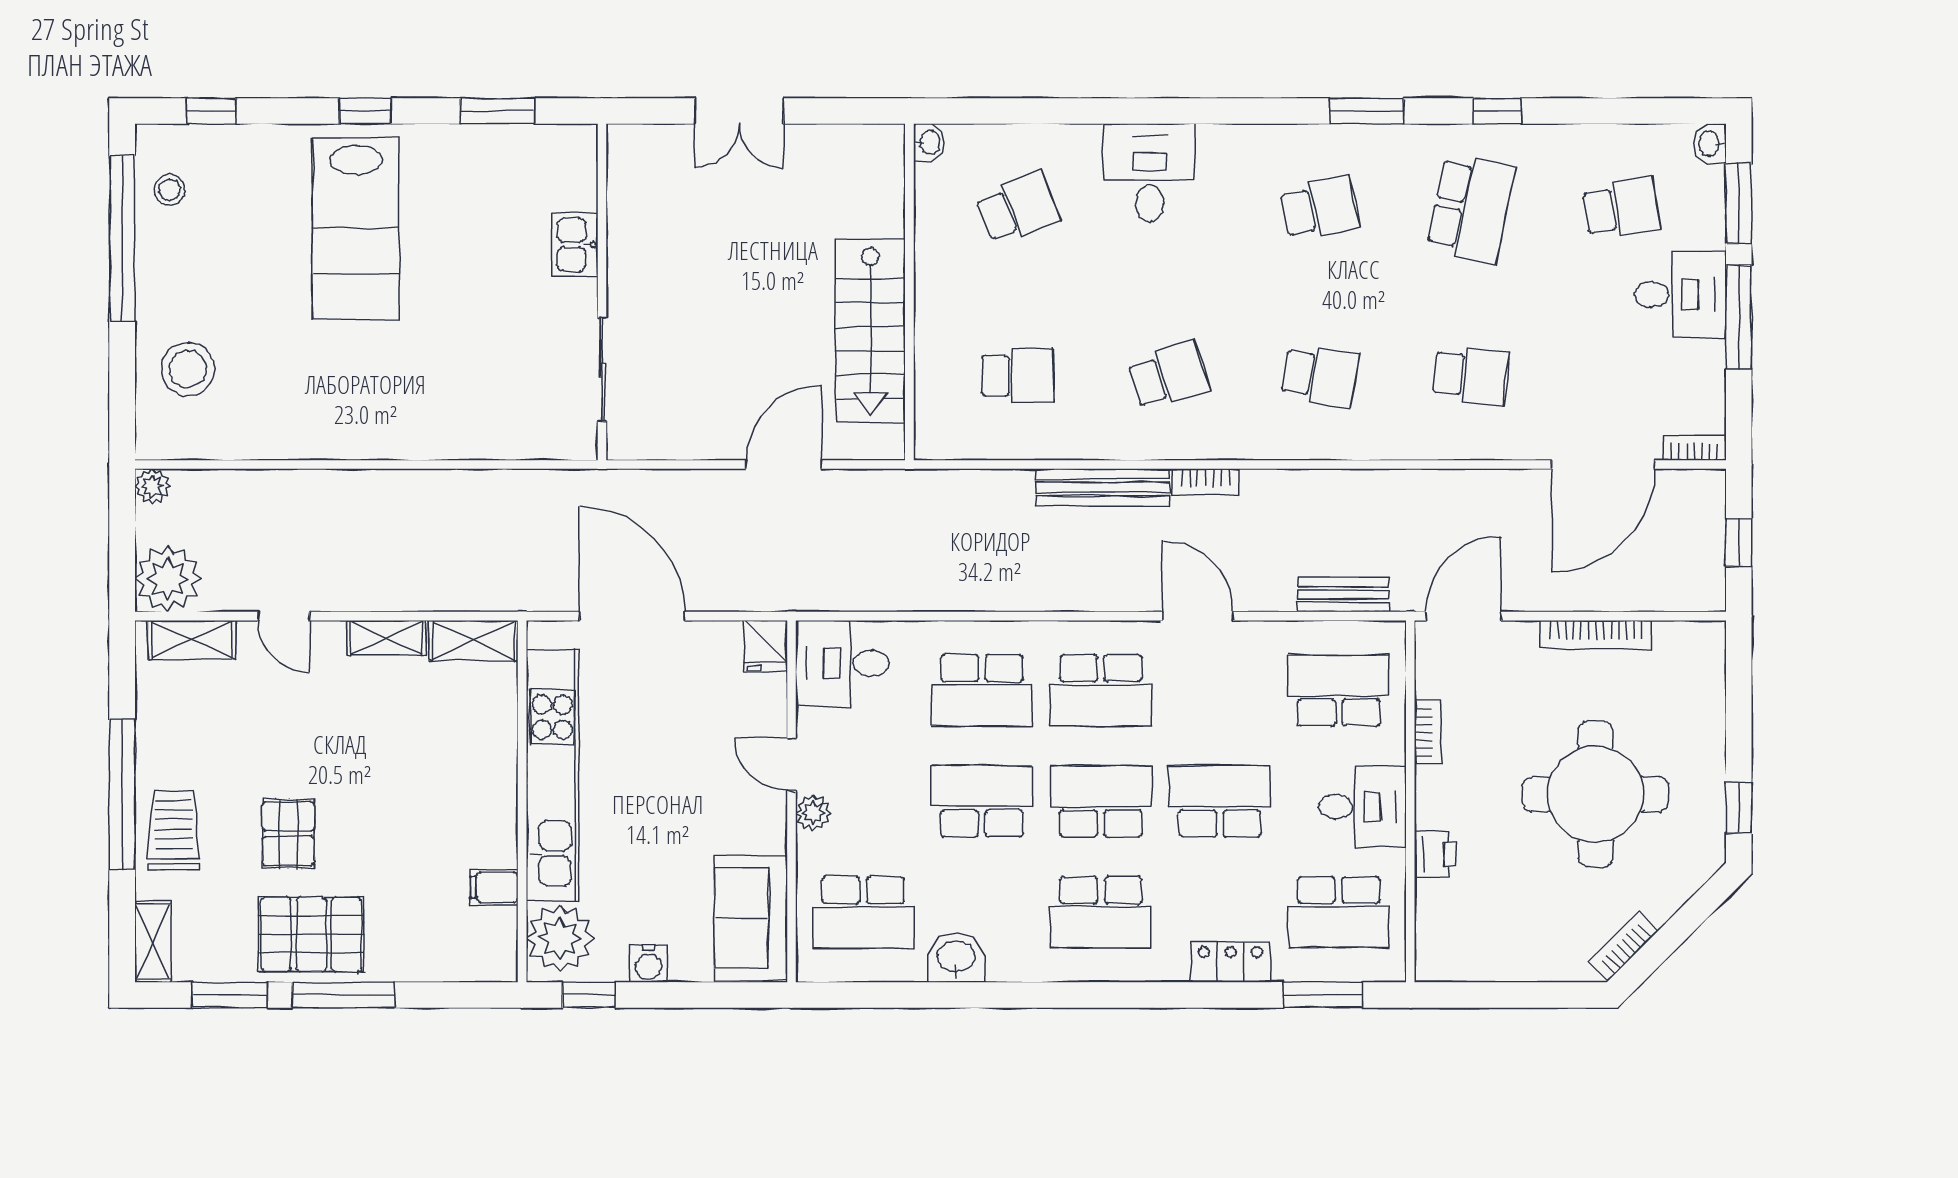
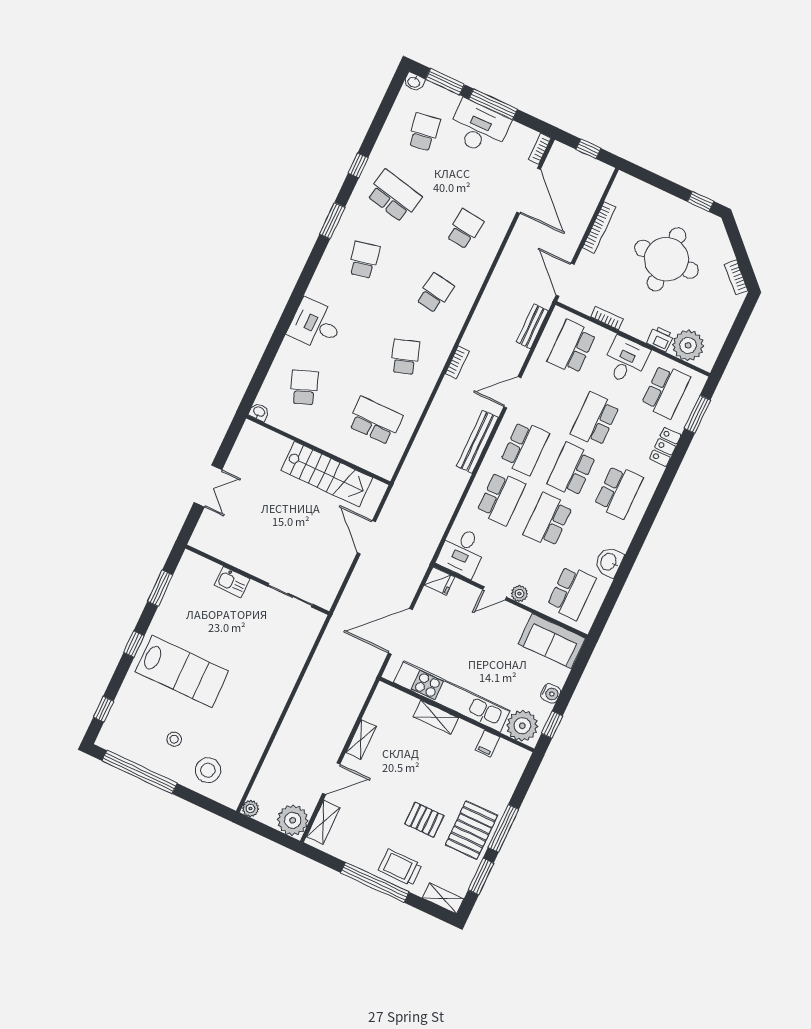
stool: (170, 190) -> (174, 739), moved
desk: (1680, 295) -> (479, 128), width x1.37
school desk: (1018, 376) -> (375, 421), width x1.85
bench: (1102, 487) -> (477, 442), moved
door: (284, 616) -> (331, 779), width x1.38
shelving: (473, 640) -> (436, 717), moved, turned 90
plant: (1448, 914) -> (688, 345), added

